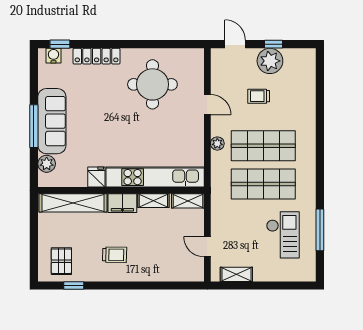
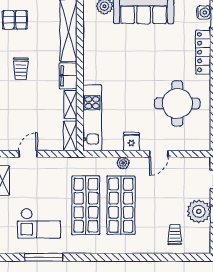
trolley: (259, 96) -> (175, 235), moved
fridge: (96, 177) -> (131, 142), moved, turned -90
kitchen unit: (155, 177) -> (92, 118), width x0.73

